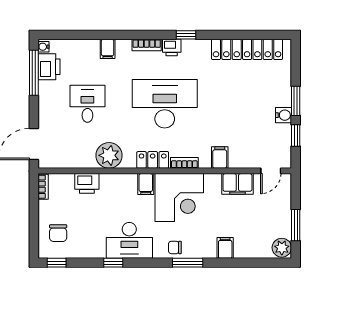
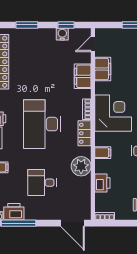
window: (296, 101) -> (27, 25), moved
water cooler: (284, 115) -> (62, 34), moved
filing cabinet: (220, 158) -> (83, 76), width x2.00
door: (271, 171) -> (93, 44), swing flipped
filing cabinet: (146, 184) -> (103, 153), moved

